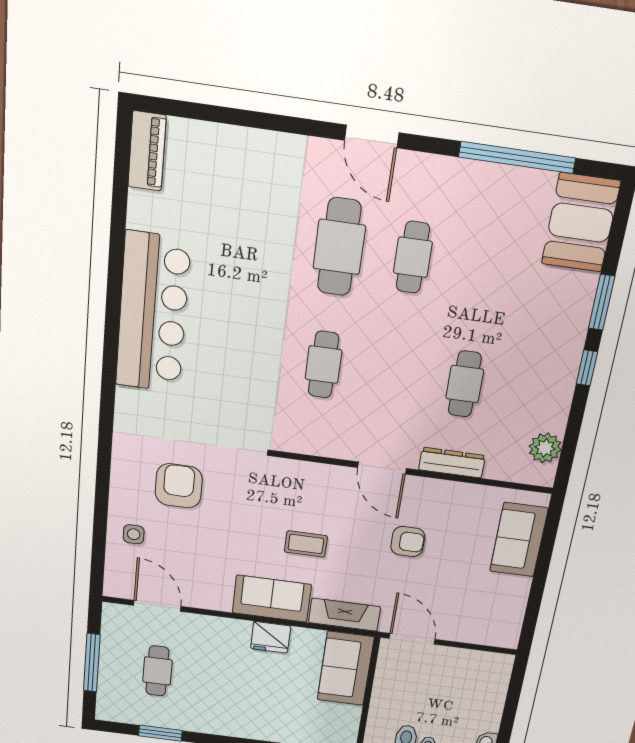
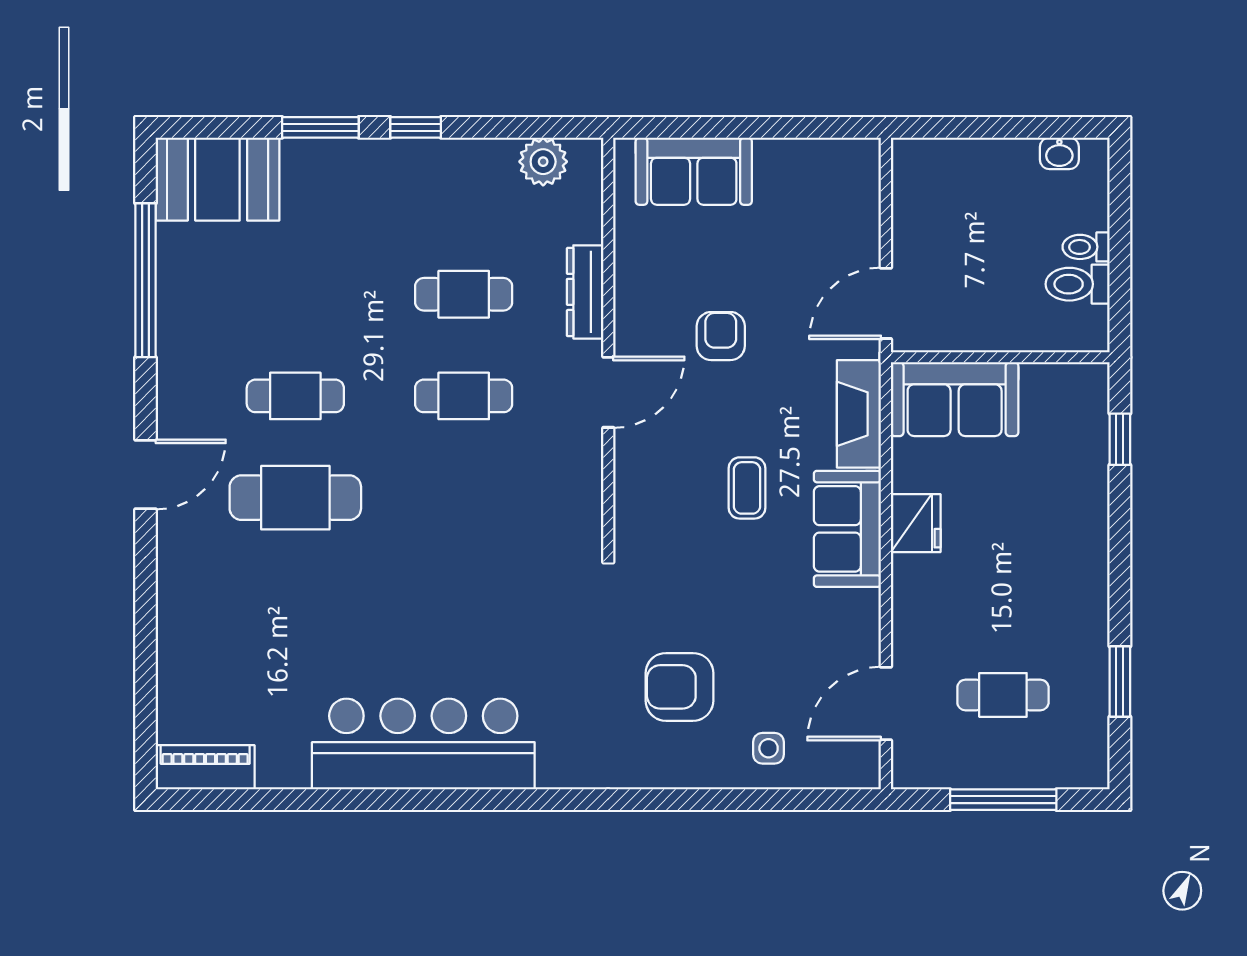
cafe table: (323, 365) -> (464, 396), moved

